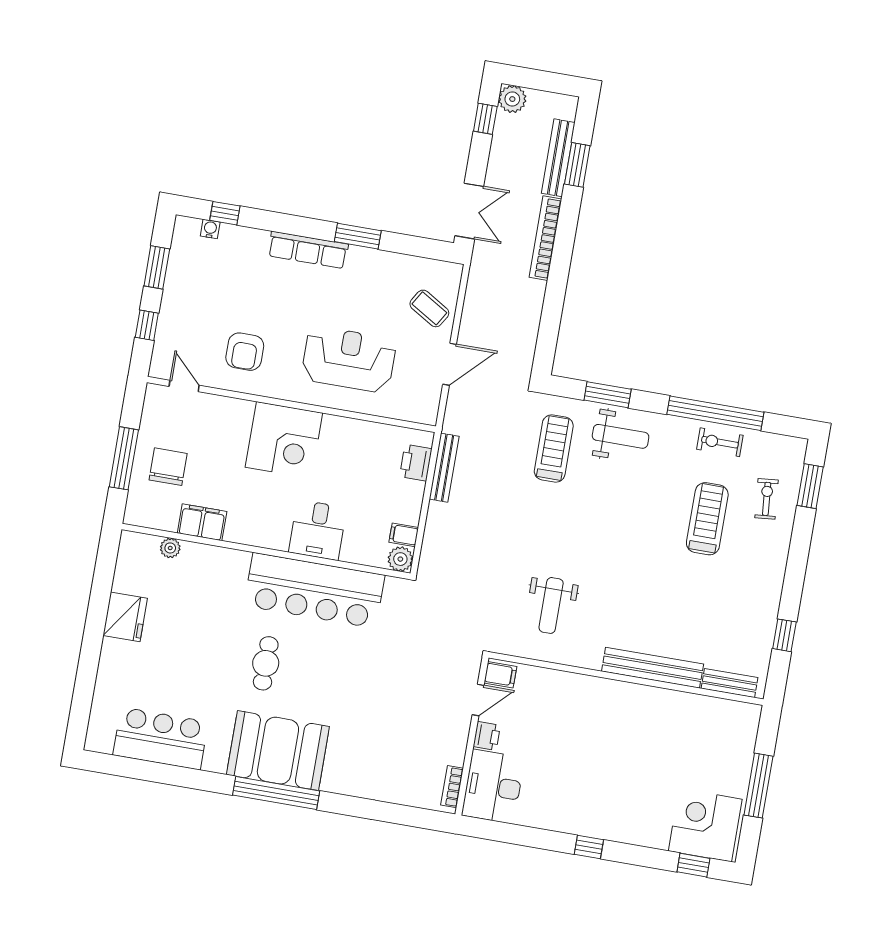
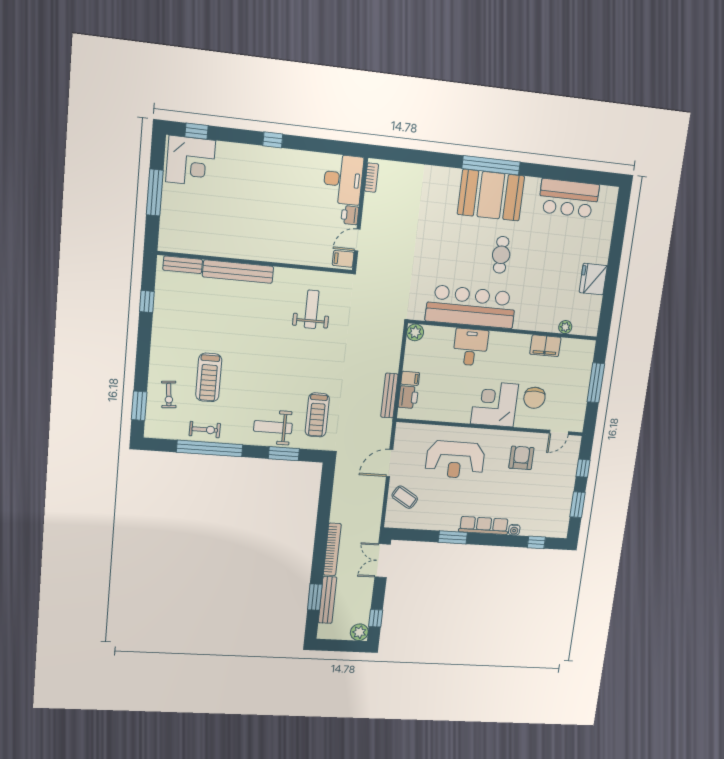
water cooler: (210, 229) -> (514, 530), moved
door: (184, 386) -> (559, 432), hinge flipped
chair: (168, 467) -> (534, 398), moved
filing cabinet: (404, 535) -> (410, 378), moved

